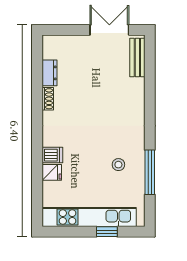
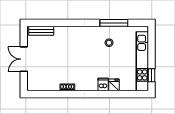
double door: (109, 30) -> (24, 59), moved
dresser: (49, 73) -> (51, 86), removed
window: (107, 232) -> (152, 75), moved

